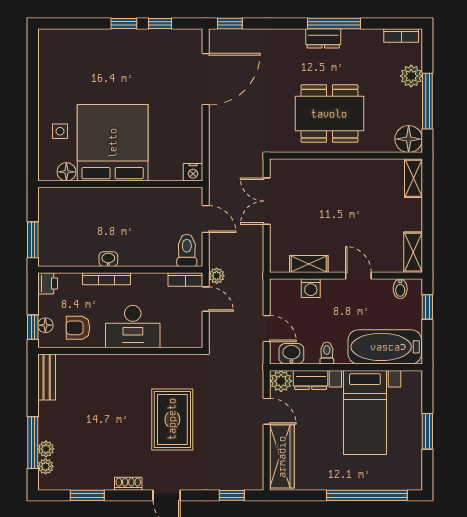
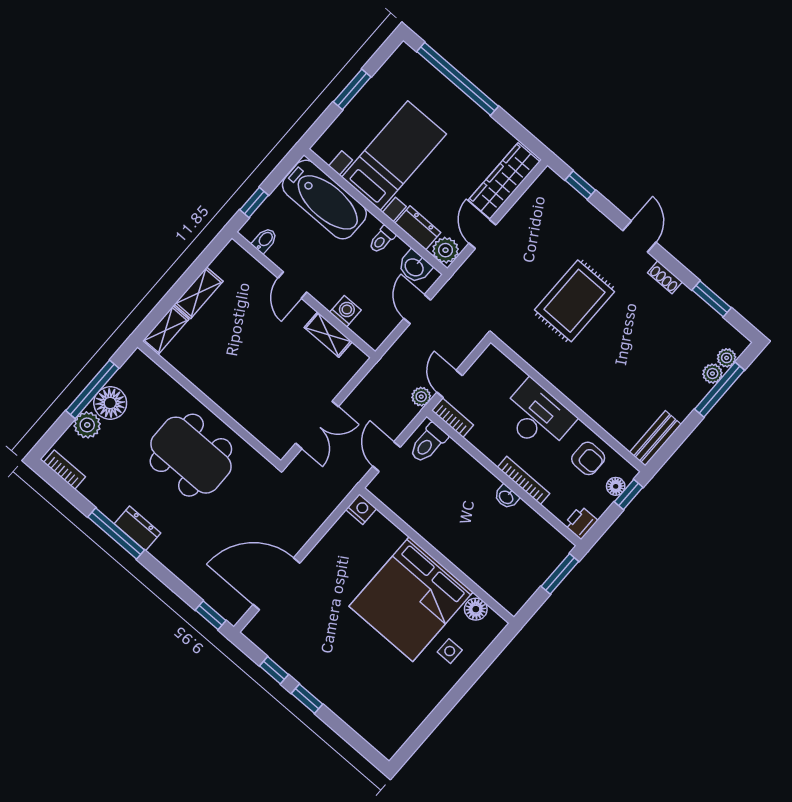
floor lamp: (409, 139) -> (110, 403), moved
shelving: (413, 252) -> (199, 293), moved

